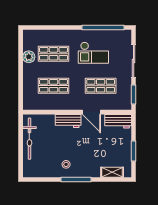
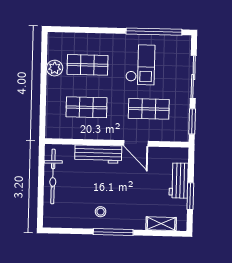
checkout: (93, 53) -> (140, 65), turned -90
workbench: (68, 121) -> (98, 154), width x1.37
workbench: (118, 121) -> (179, 181), moved, turned 90

